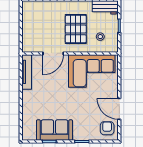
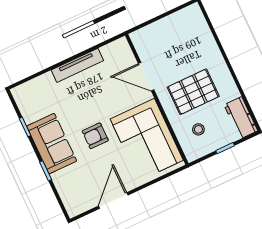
tv unit: (27, 72) -> (77, 65), moved
armchair: (107, 128) -> (95, 136), moved, turned 180
sofa: (55, 130) -> (52, 144), moved

